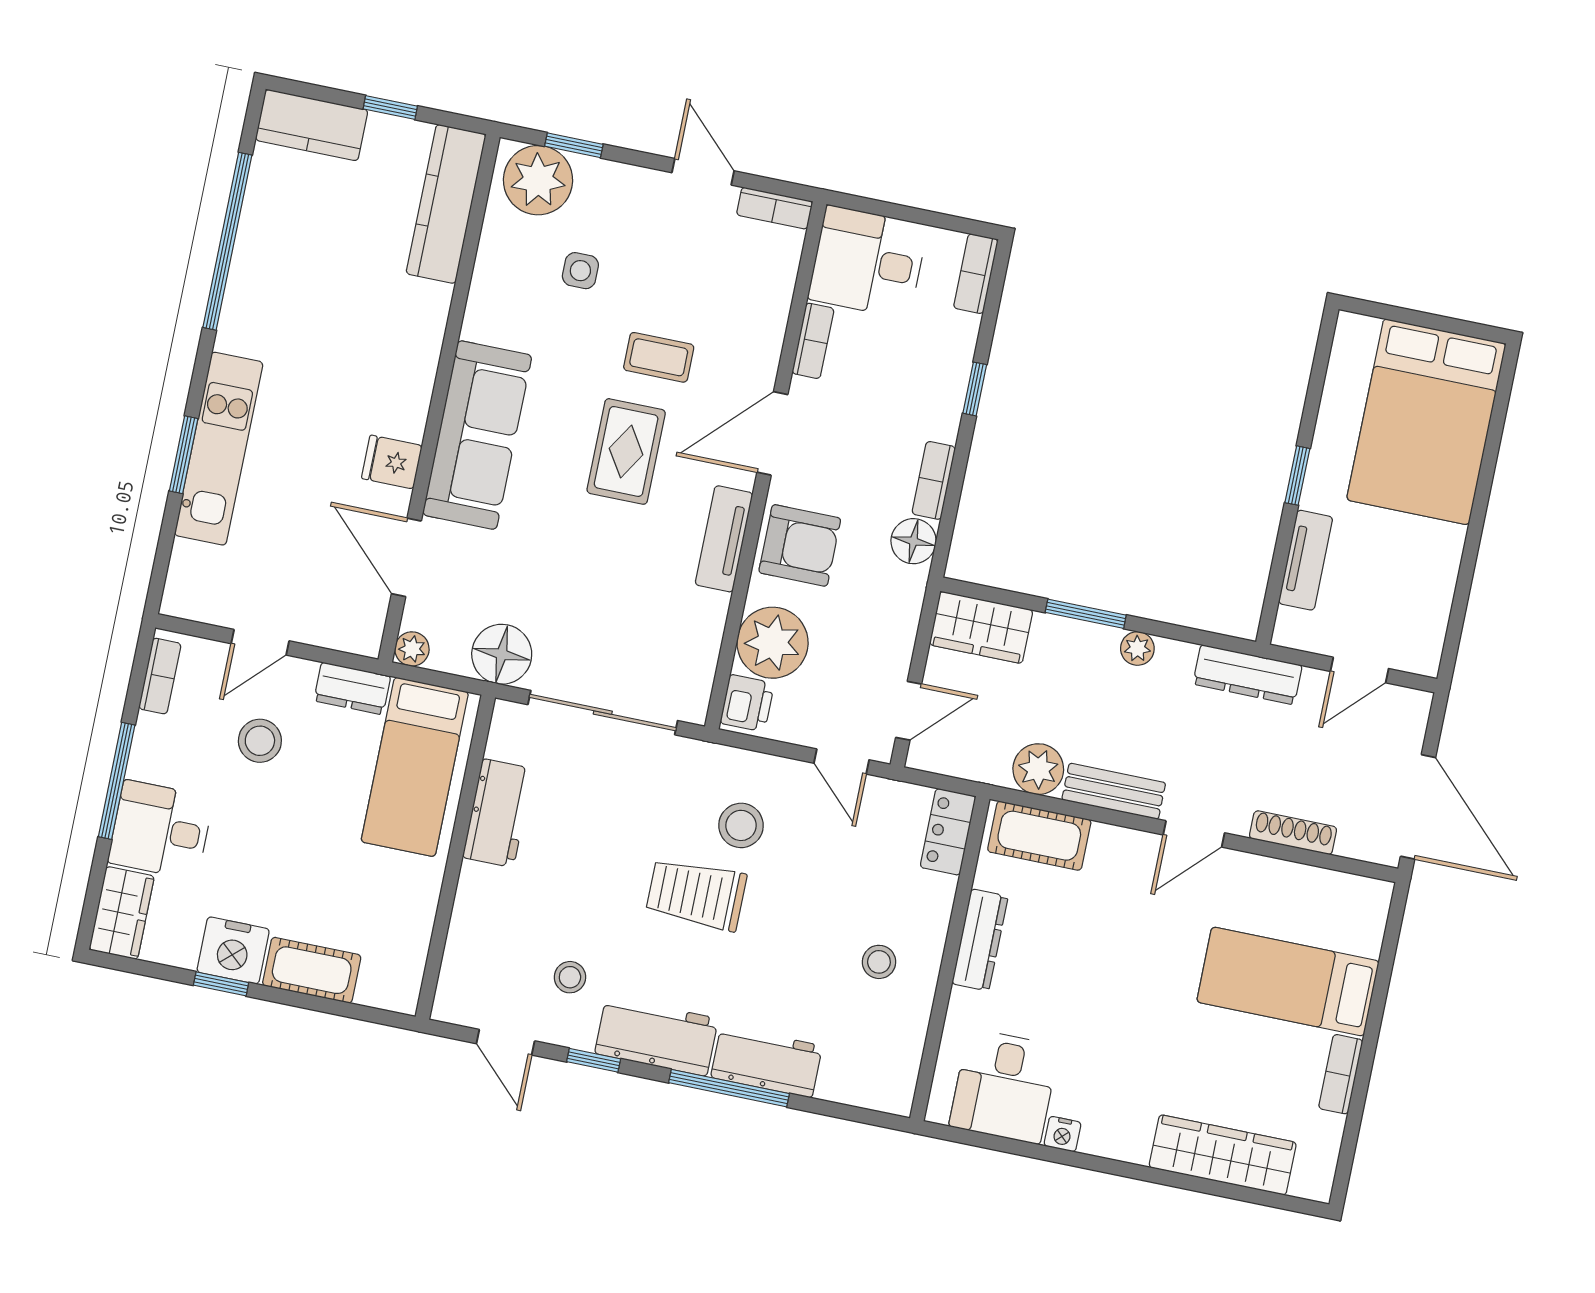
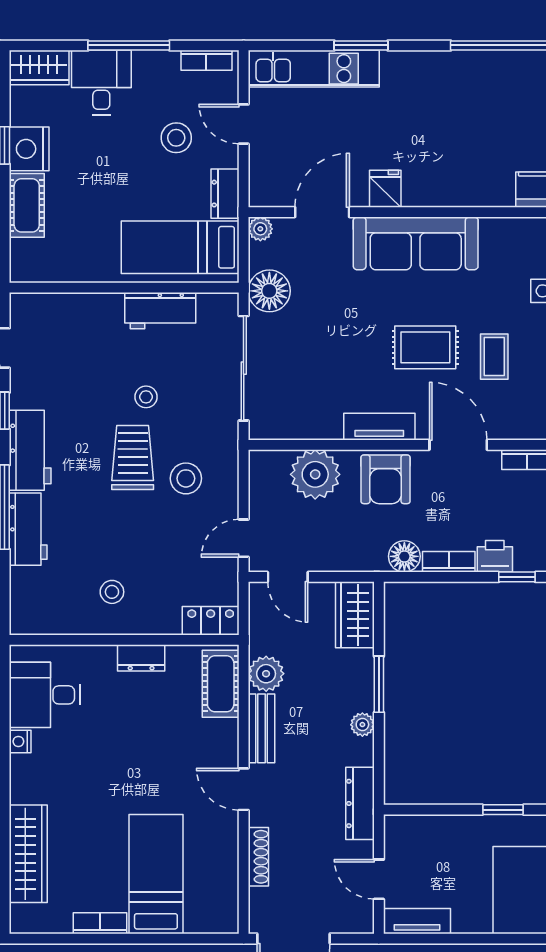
kitchen unit: (219, 449) -> (314, 69), moved
tv unit: (1306, 560) -> (417, 921), moved, turned 180
printer: (747, 703) -> (495, 556), moved, turned 180
dresser: (980, 940) -> (141, 658), width x0.70
stool: (570, 977) -> (146, 397), moved

